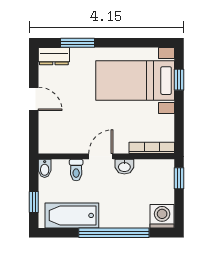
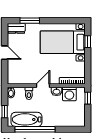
washing machine: (162, 216) -> (69, 94), moved, turned 180
window: (114, 233) -> (35, 129), moved

